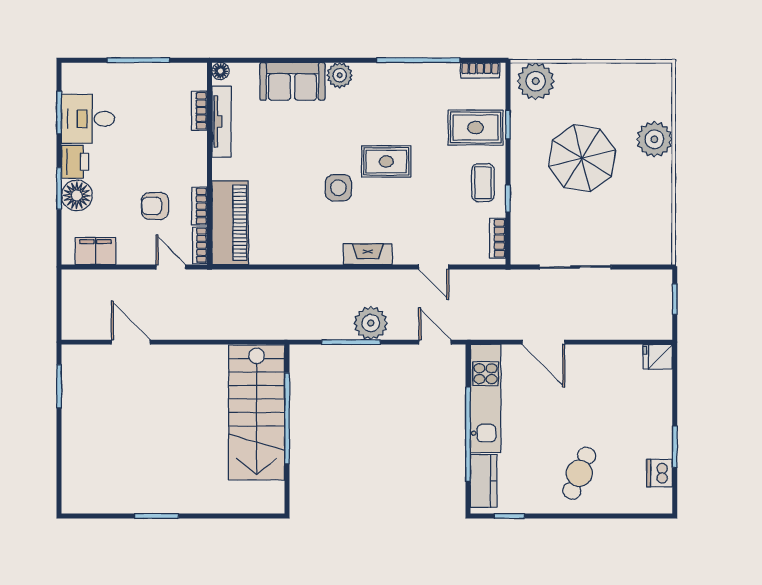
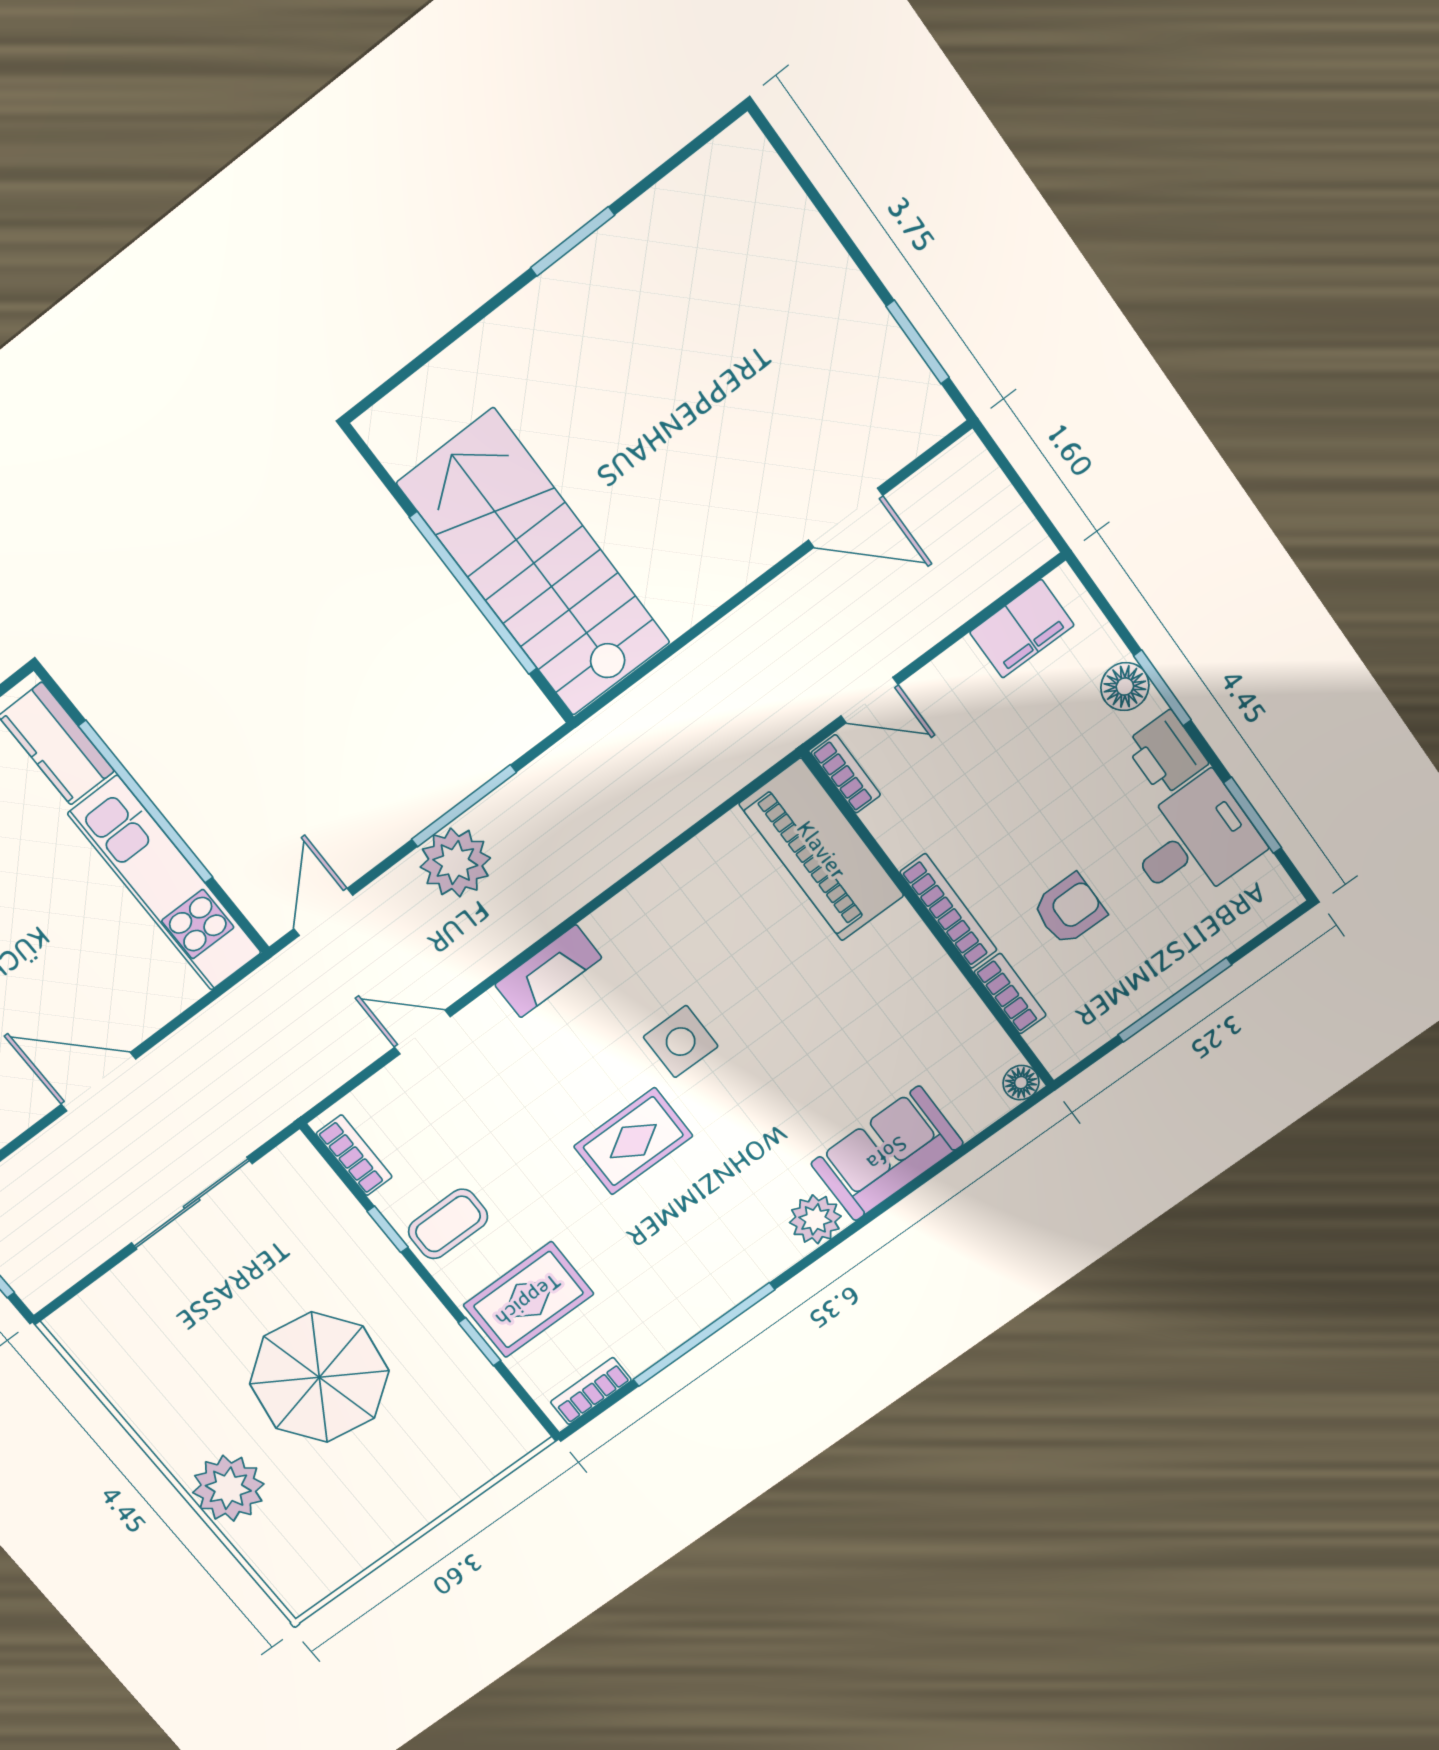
plant: (536, 81) -> (488, 1439), removed
tv unit: (221, 122) -> (959, 1004), removed
coffee table: (483, 183) -> (448, 1224), turned 90
floor lamp: (77, 195) -> (1125, 687), width x0.73, depth x0.73
armchair: (155, 206) -> (1069, 909), moved
bookcase: (199, 206) -> (948, 911), moved, width x1.56
door: (435, 342) -> (323, 912), swing flipped
door: (543, 342) -> (98, 1082), moved

